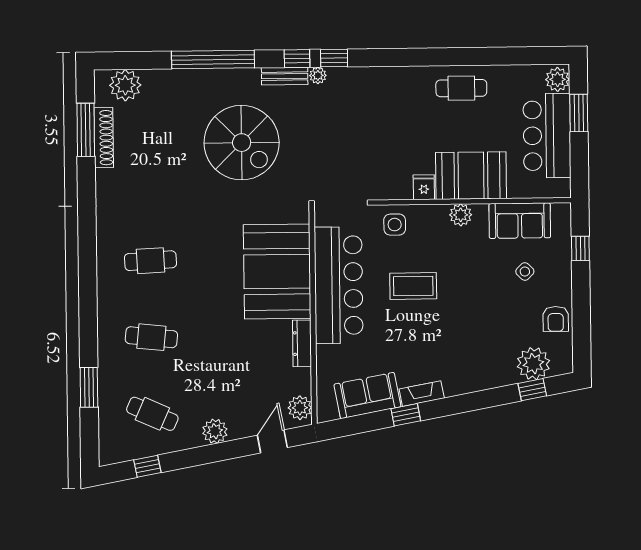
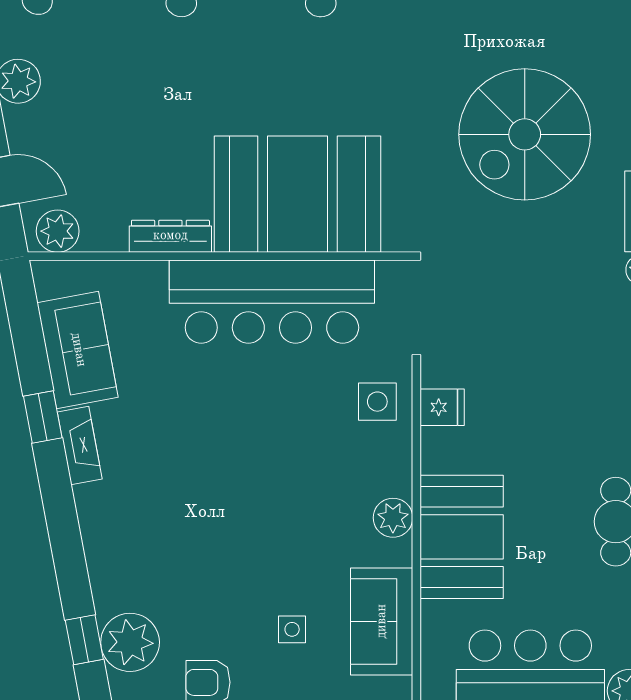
fridge: (424, 187) -> (442, 407), moved
side table: (525, 272) -> (292, 629), turned 45
coffee table: (413, 286) -> (269, 433), removed

